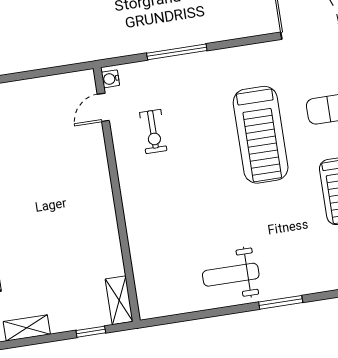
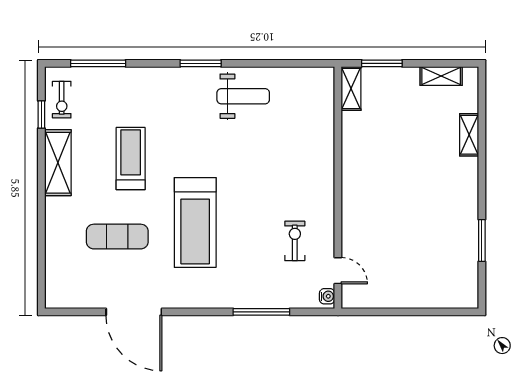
door: (103, 107) -> (338, 271), hinge flipped
treadmill: (261, 135) -> (195, 222), turned 180
window: (91, 332) -> (382, 63), width x1.50

